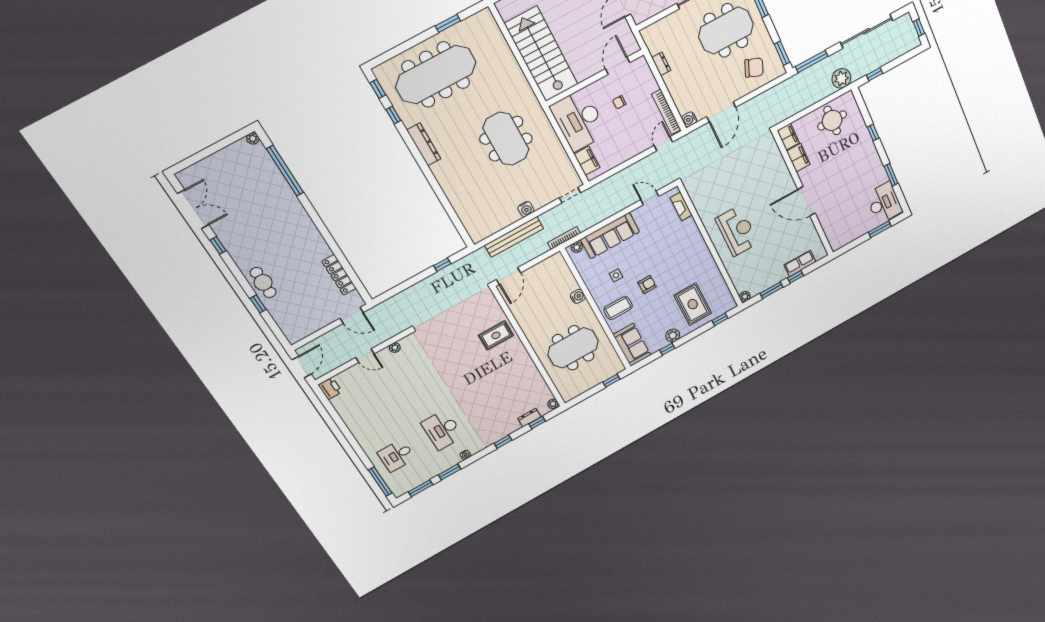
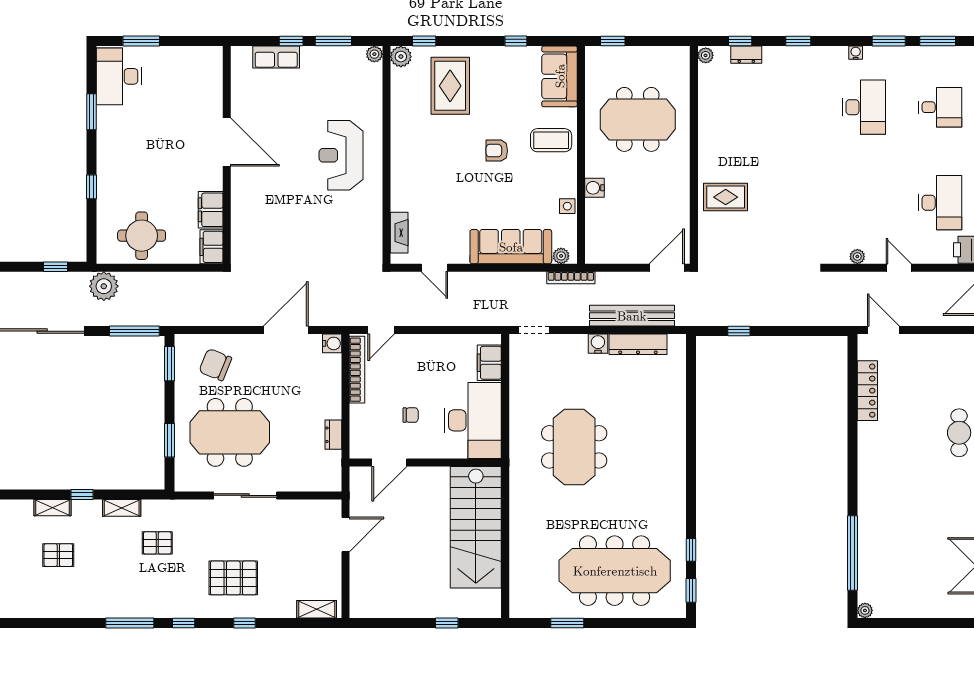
dresser: (424, 144) -> (638, 344), moved, turned -90
side table: (616, 275) -> (567, 206), moved
plant: (673, 335) -> (401, 57), moved
desk: (363, 405) -> (940, 203), added

